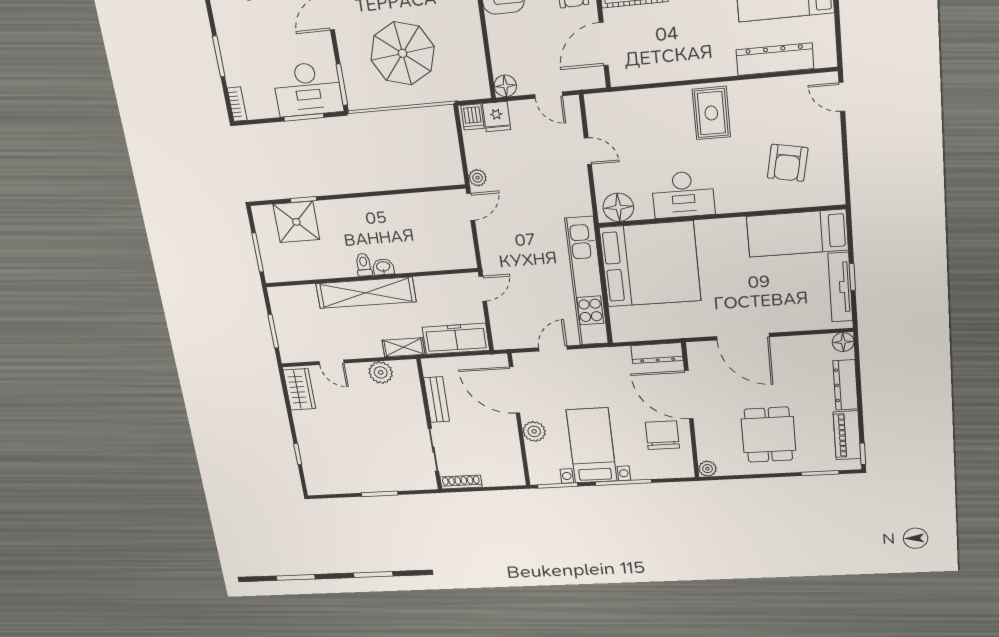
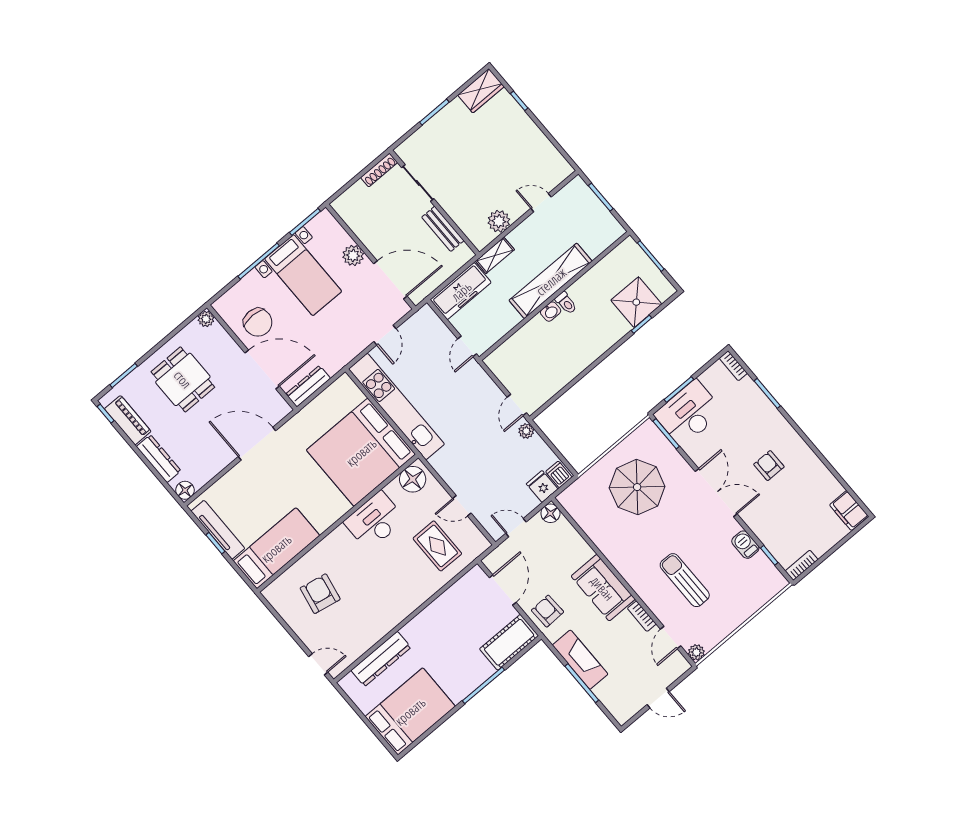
rug: (711, 113) -> (437, 546), moved
wardrobe: (299, 389) -> (481, 91), moved, turned -90

